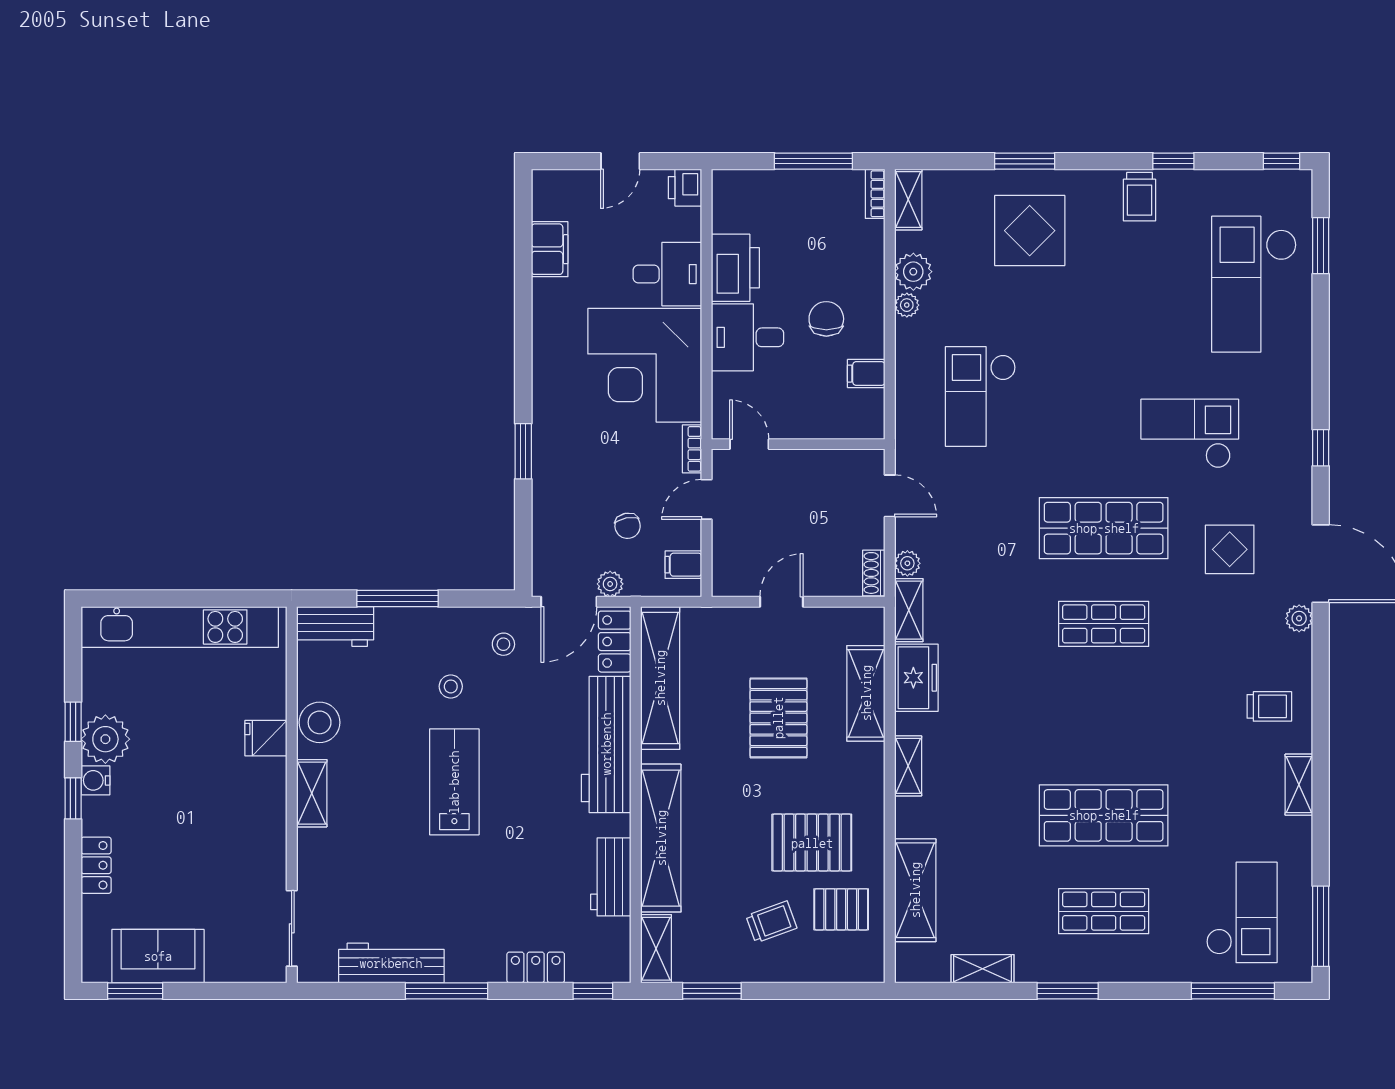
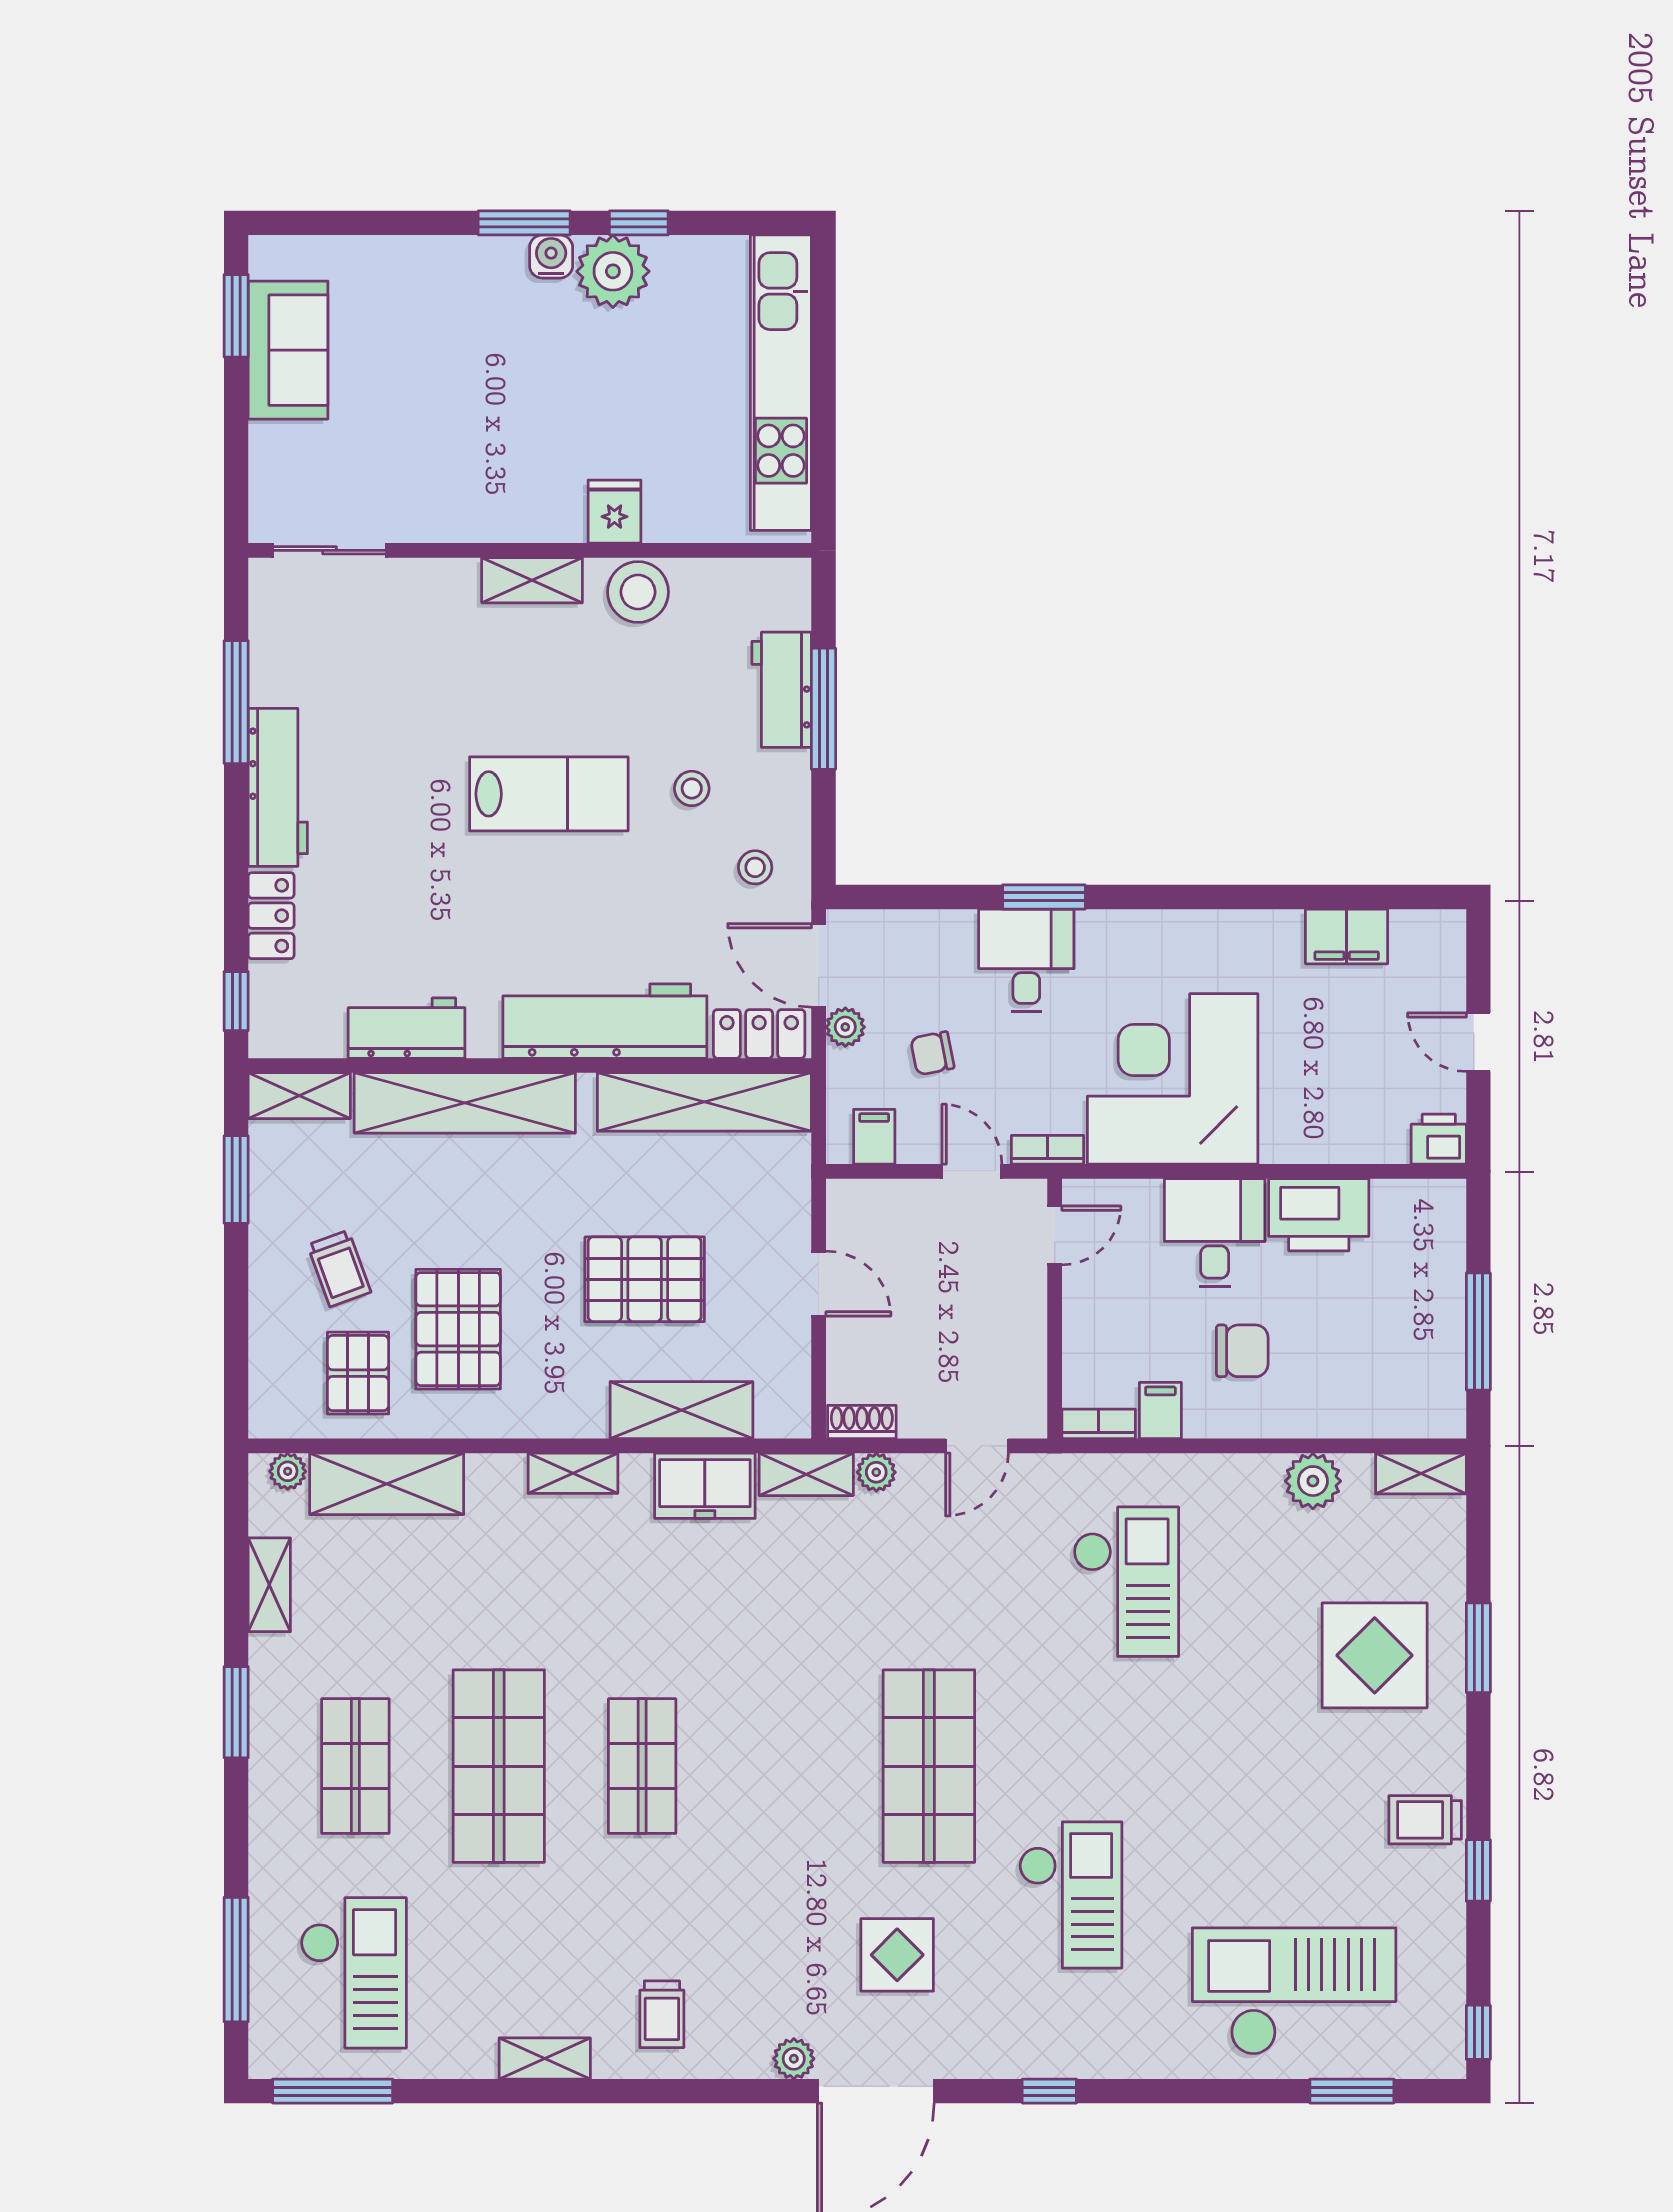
bookcase: (875, 194) -> (1099, 1424), moved
desk: (667, 274) -> (1026, 960), moved, turned 180
plant: (907, 305) -> (288, 1471), moved
checkout: (981, 396) -> (1126, 1582), turned 90
shop shelf: (1104, 624) -> (642, 1766), moved
workbench: (335, 626) -> (782, 690), moved
window: (73, 798) -> (524, 223), width x1.50
locker: (96, 865) -> (424, 257), removed
checkout: (1242, 912) -> (353, 1973), turned -90
workbench: (391, 963) -> (278, 787), moved
window: (446, 991) -> (236, 702), moved

